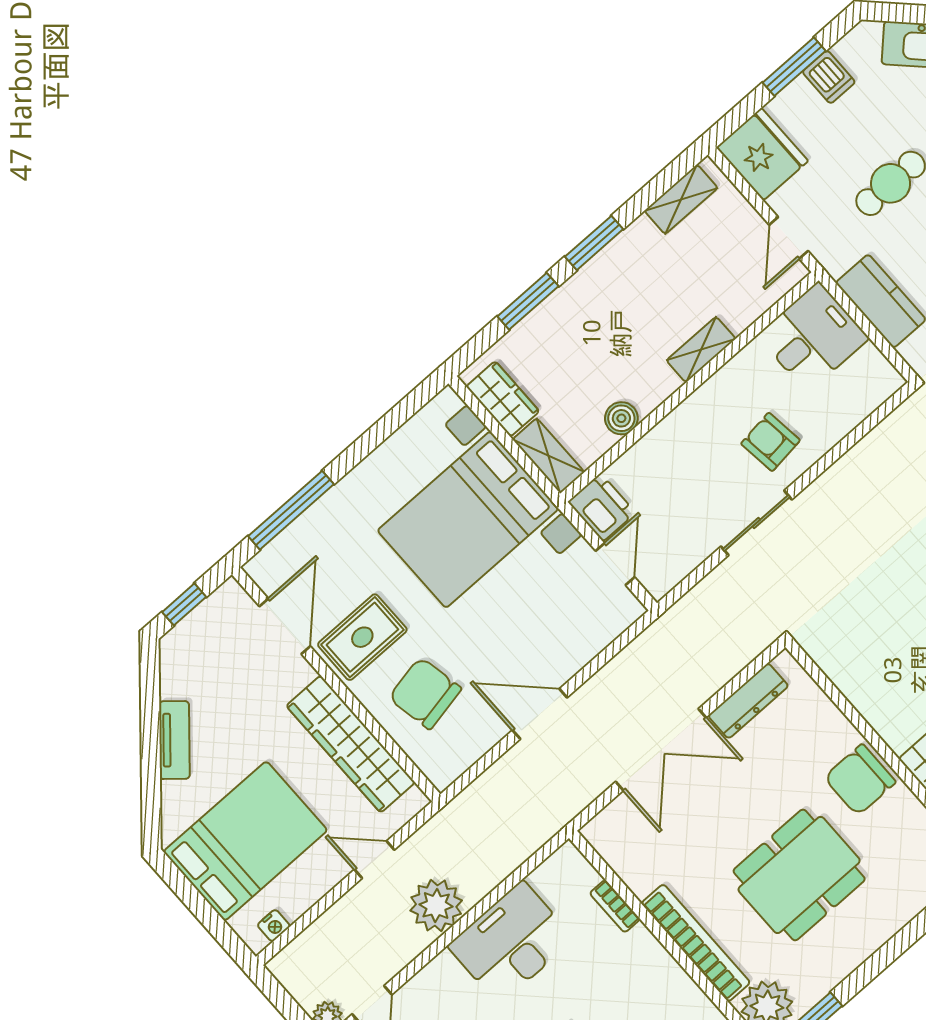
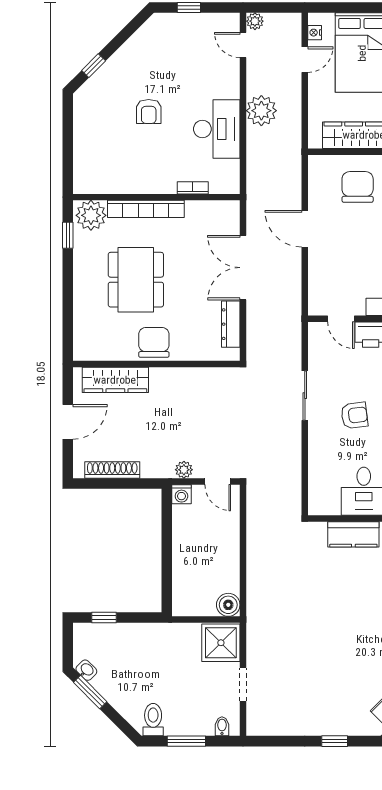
armchair: (770, 442) -> (354, 415), moved
chair: (425, 693) -> (358, 187), turned -79
door: (540, 714) -> (305, 229), swing flipped
door: (374, 860) -> (305, 60), moved

